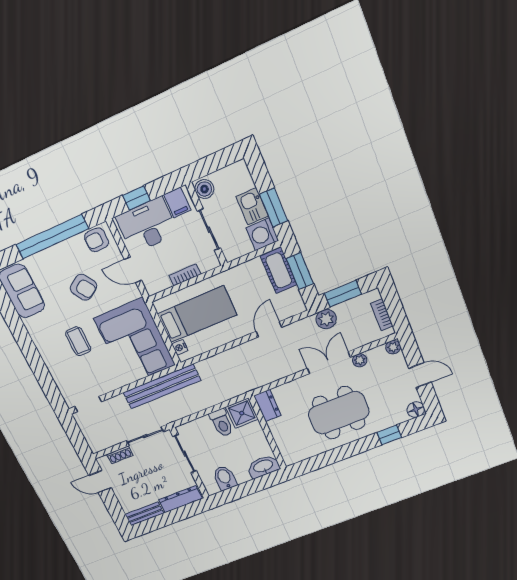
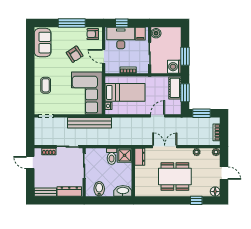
kitchen sink: (252, 206) -> (175, 51), removed
window: (52, 237) -> (72, 23), width x0.68
plant: (326, 319) -> (188, 123), removed
coffee table: (78, 341) -> (46, 85), moved
double door: (329, 363) -> (165, 147), moved

